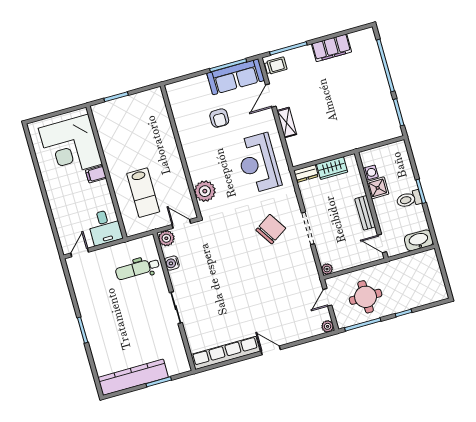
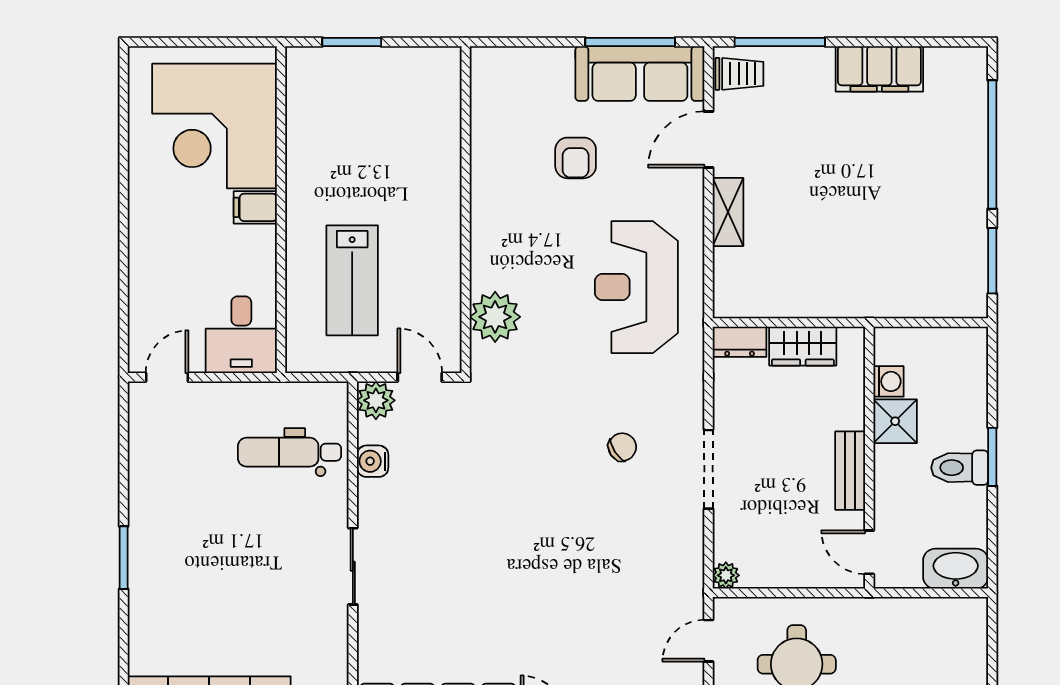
chair: (271, 229) -> (622, 447), width x0.54, depth x0.54

